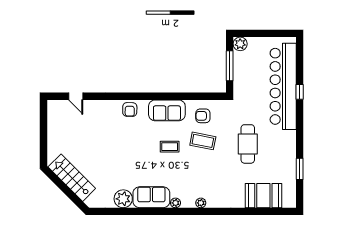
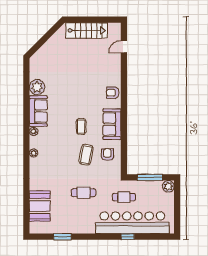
cafe table: (253, 96) -> (124, 197), added
cafe table: (248, 144) -> (84, 193), width x0.73, depth x0.74
stairs: (72, 178) -> (87, 30), moved, turned 45

